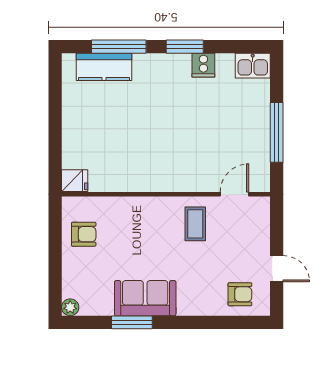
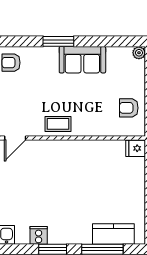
coffee table: (195, 224) -> (58, 124), moved, turned 90
window: (132, 322) -> (58, 41), moved

